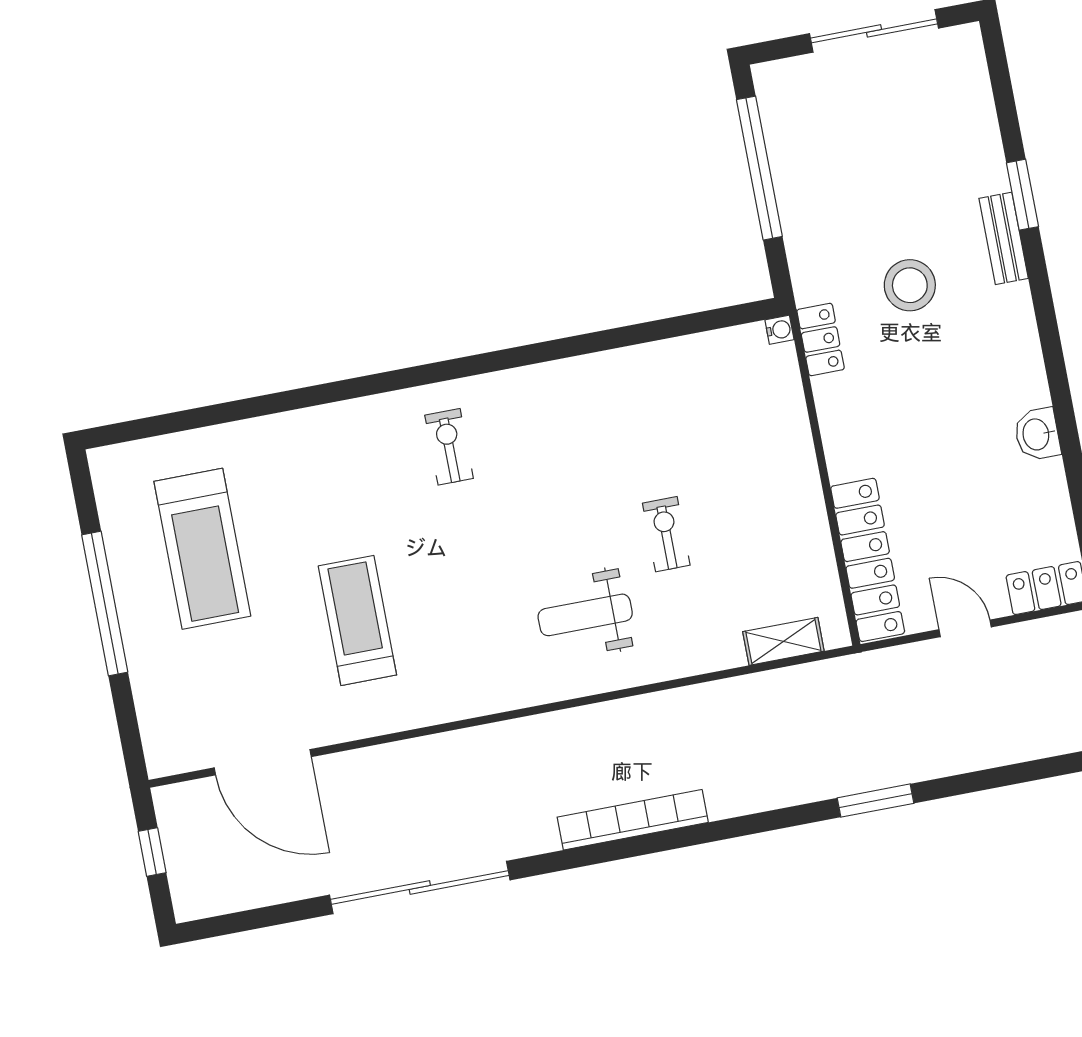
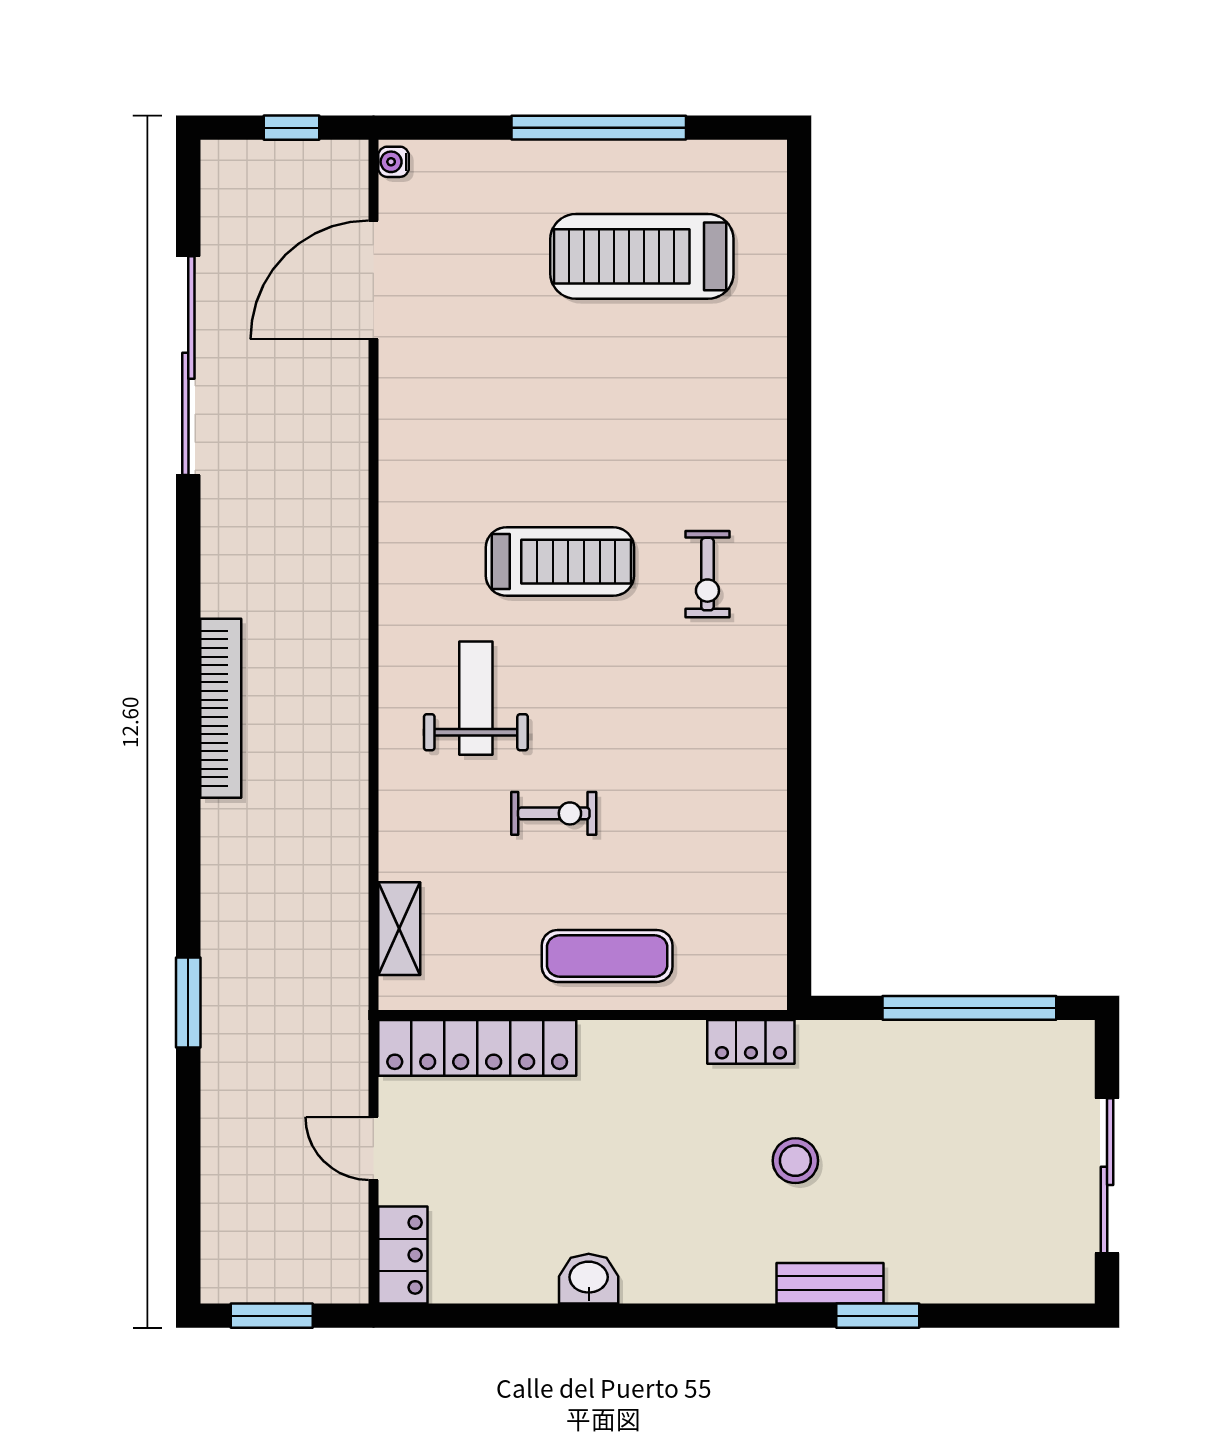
stool: (910, 285) -> (795, 1161), width x0.73, depth x0.73
water cooler: (779, 330) -> (394, 162), moved, turned 90
exercise bike: (449, 447) -> (707, 574), turned 90
exercise mat: (773, 469) -> (607, 956), added
treadmill: (357, 620) -> (560, 562), moved
door: (965, 628) -> (373, 1148), swing flipped
sliding door: (420, 887) -> (188, 366), moved

